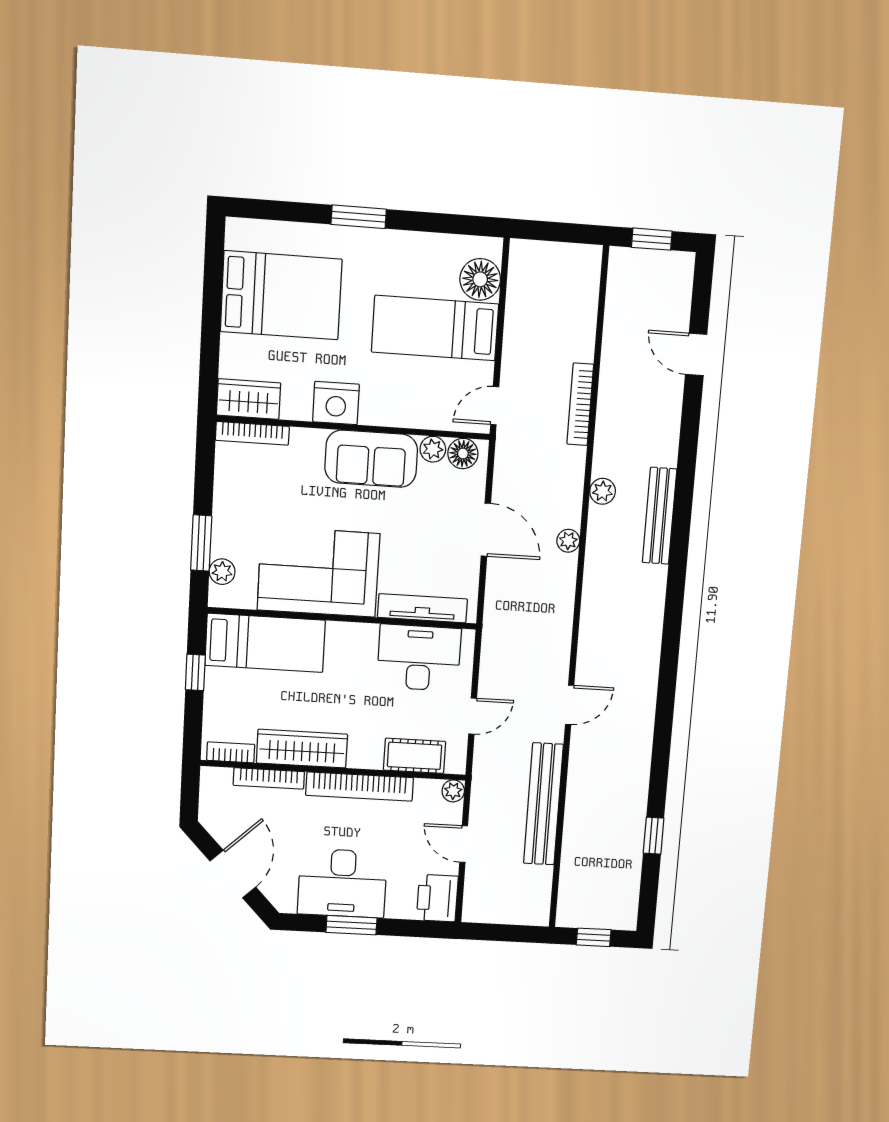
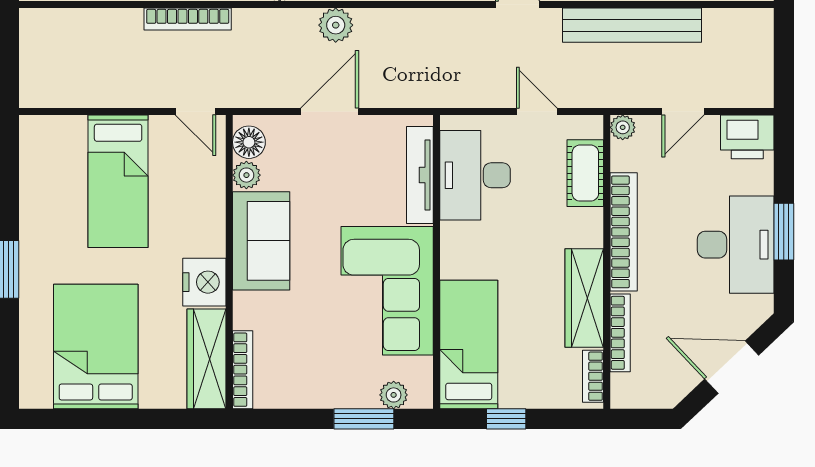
floor lamp: (480, 279) -> (64, 136), removed
wardrobe: (249, 399) -> (207, 359), width x1.50
plant: (568, 541) -> (336, 25), width x1.38, depth x1.38

